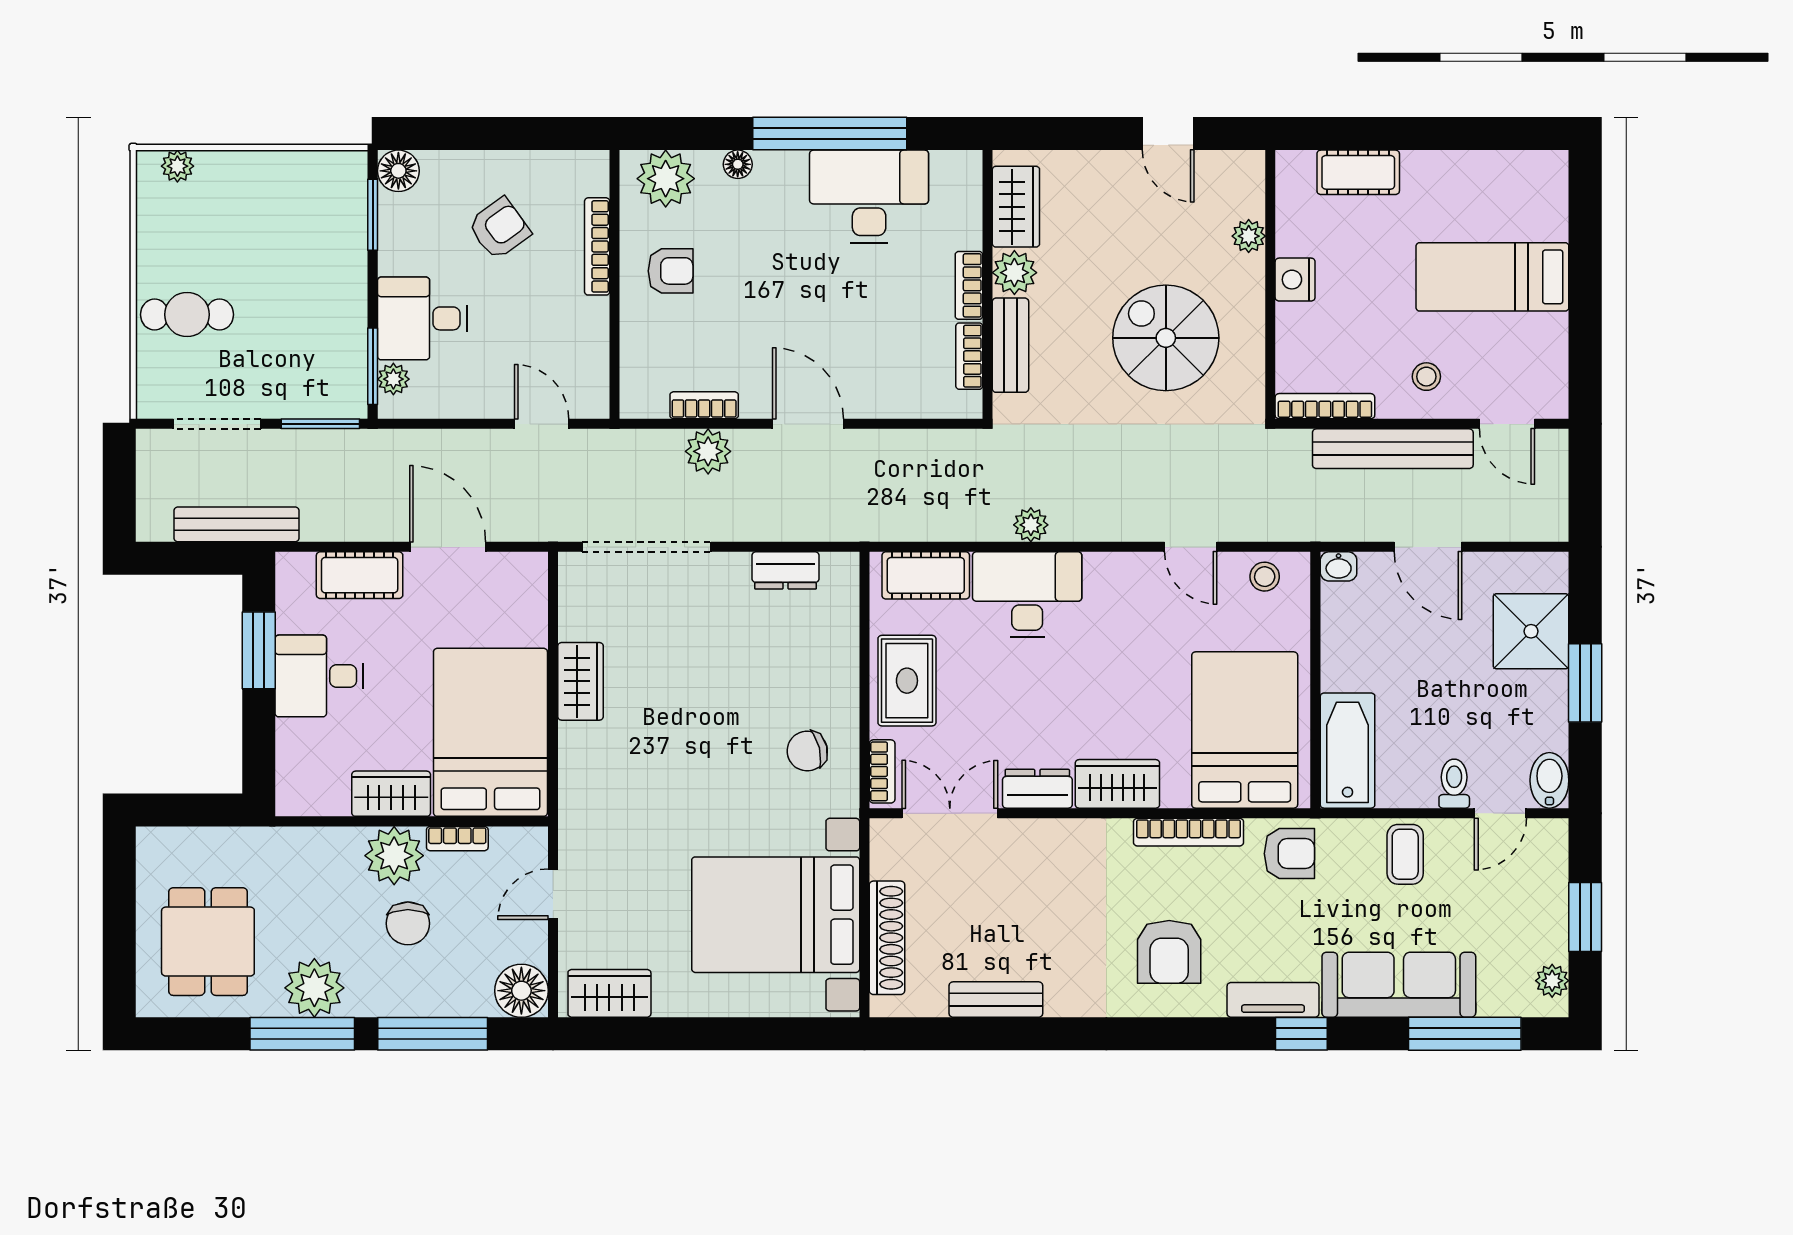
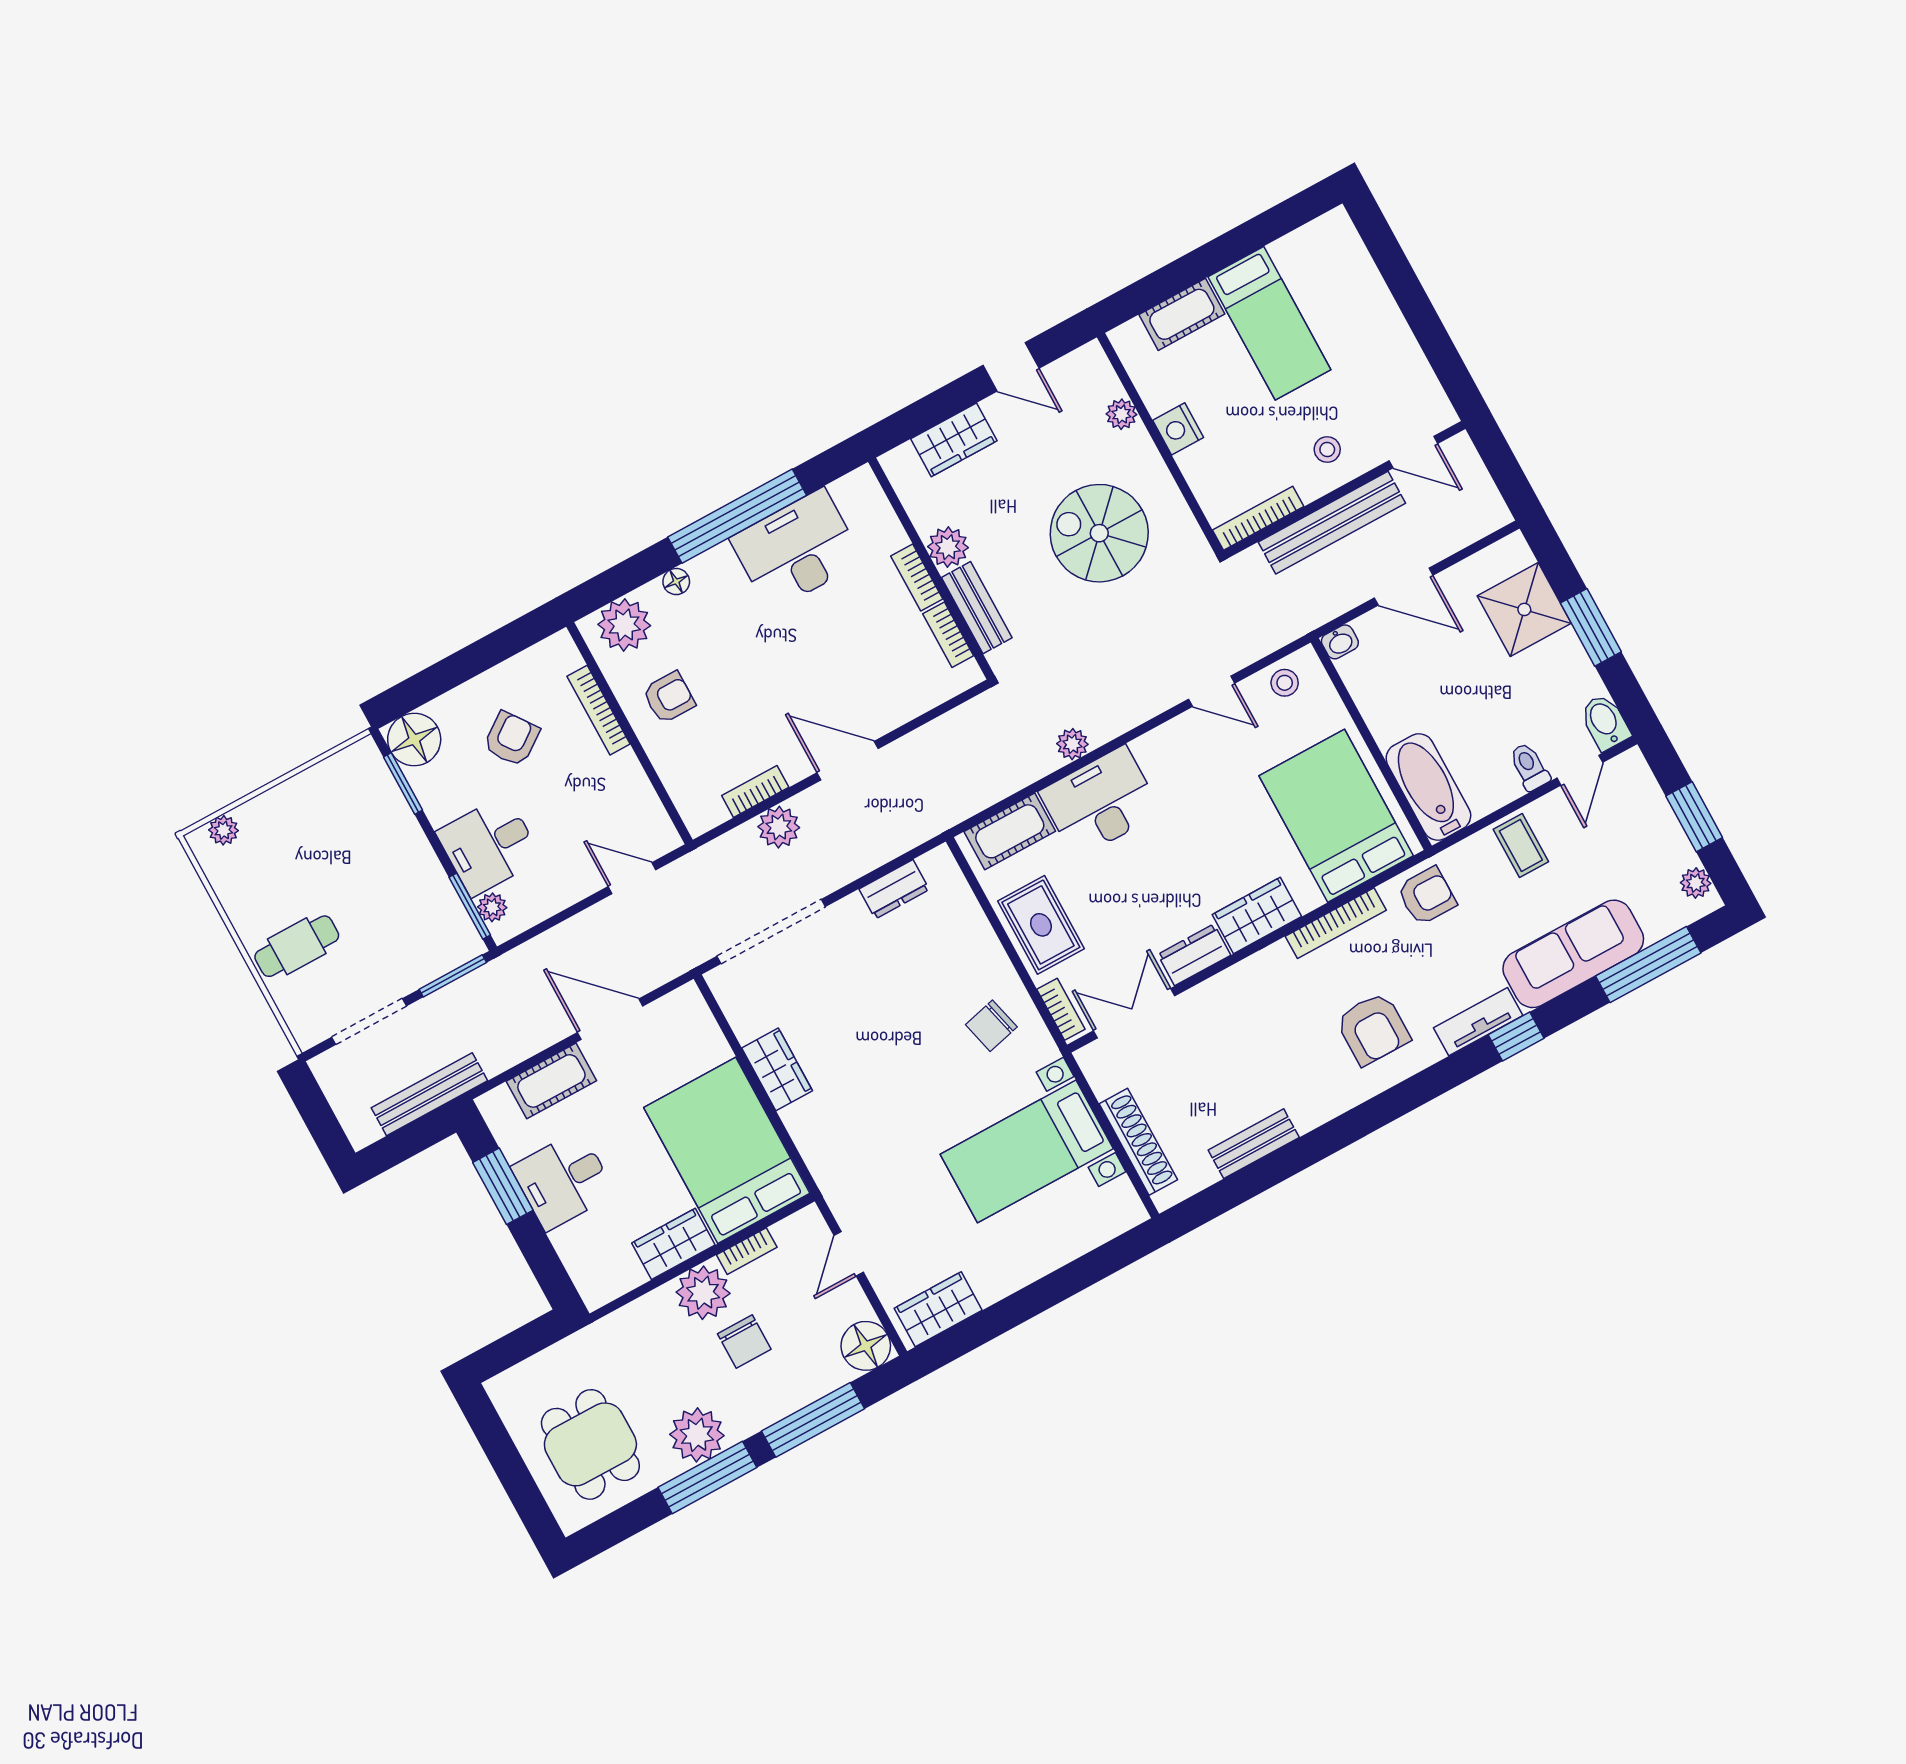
floor lamp: (398, 171) -> (414, 739), width x1.38, depth x1.38
wardrobe: (1016, 207) -> (954, 440), moved, turned 90
bed: (1492, 277) -> (1269, 323), moved, turned -90
bed with nightstands: (776, 915) -> (1027, 1151), width x0.73

